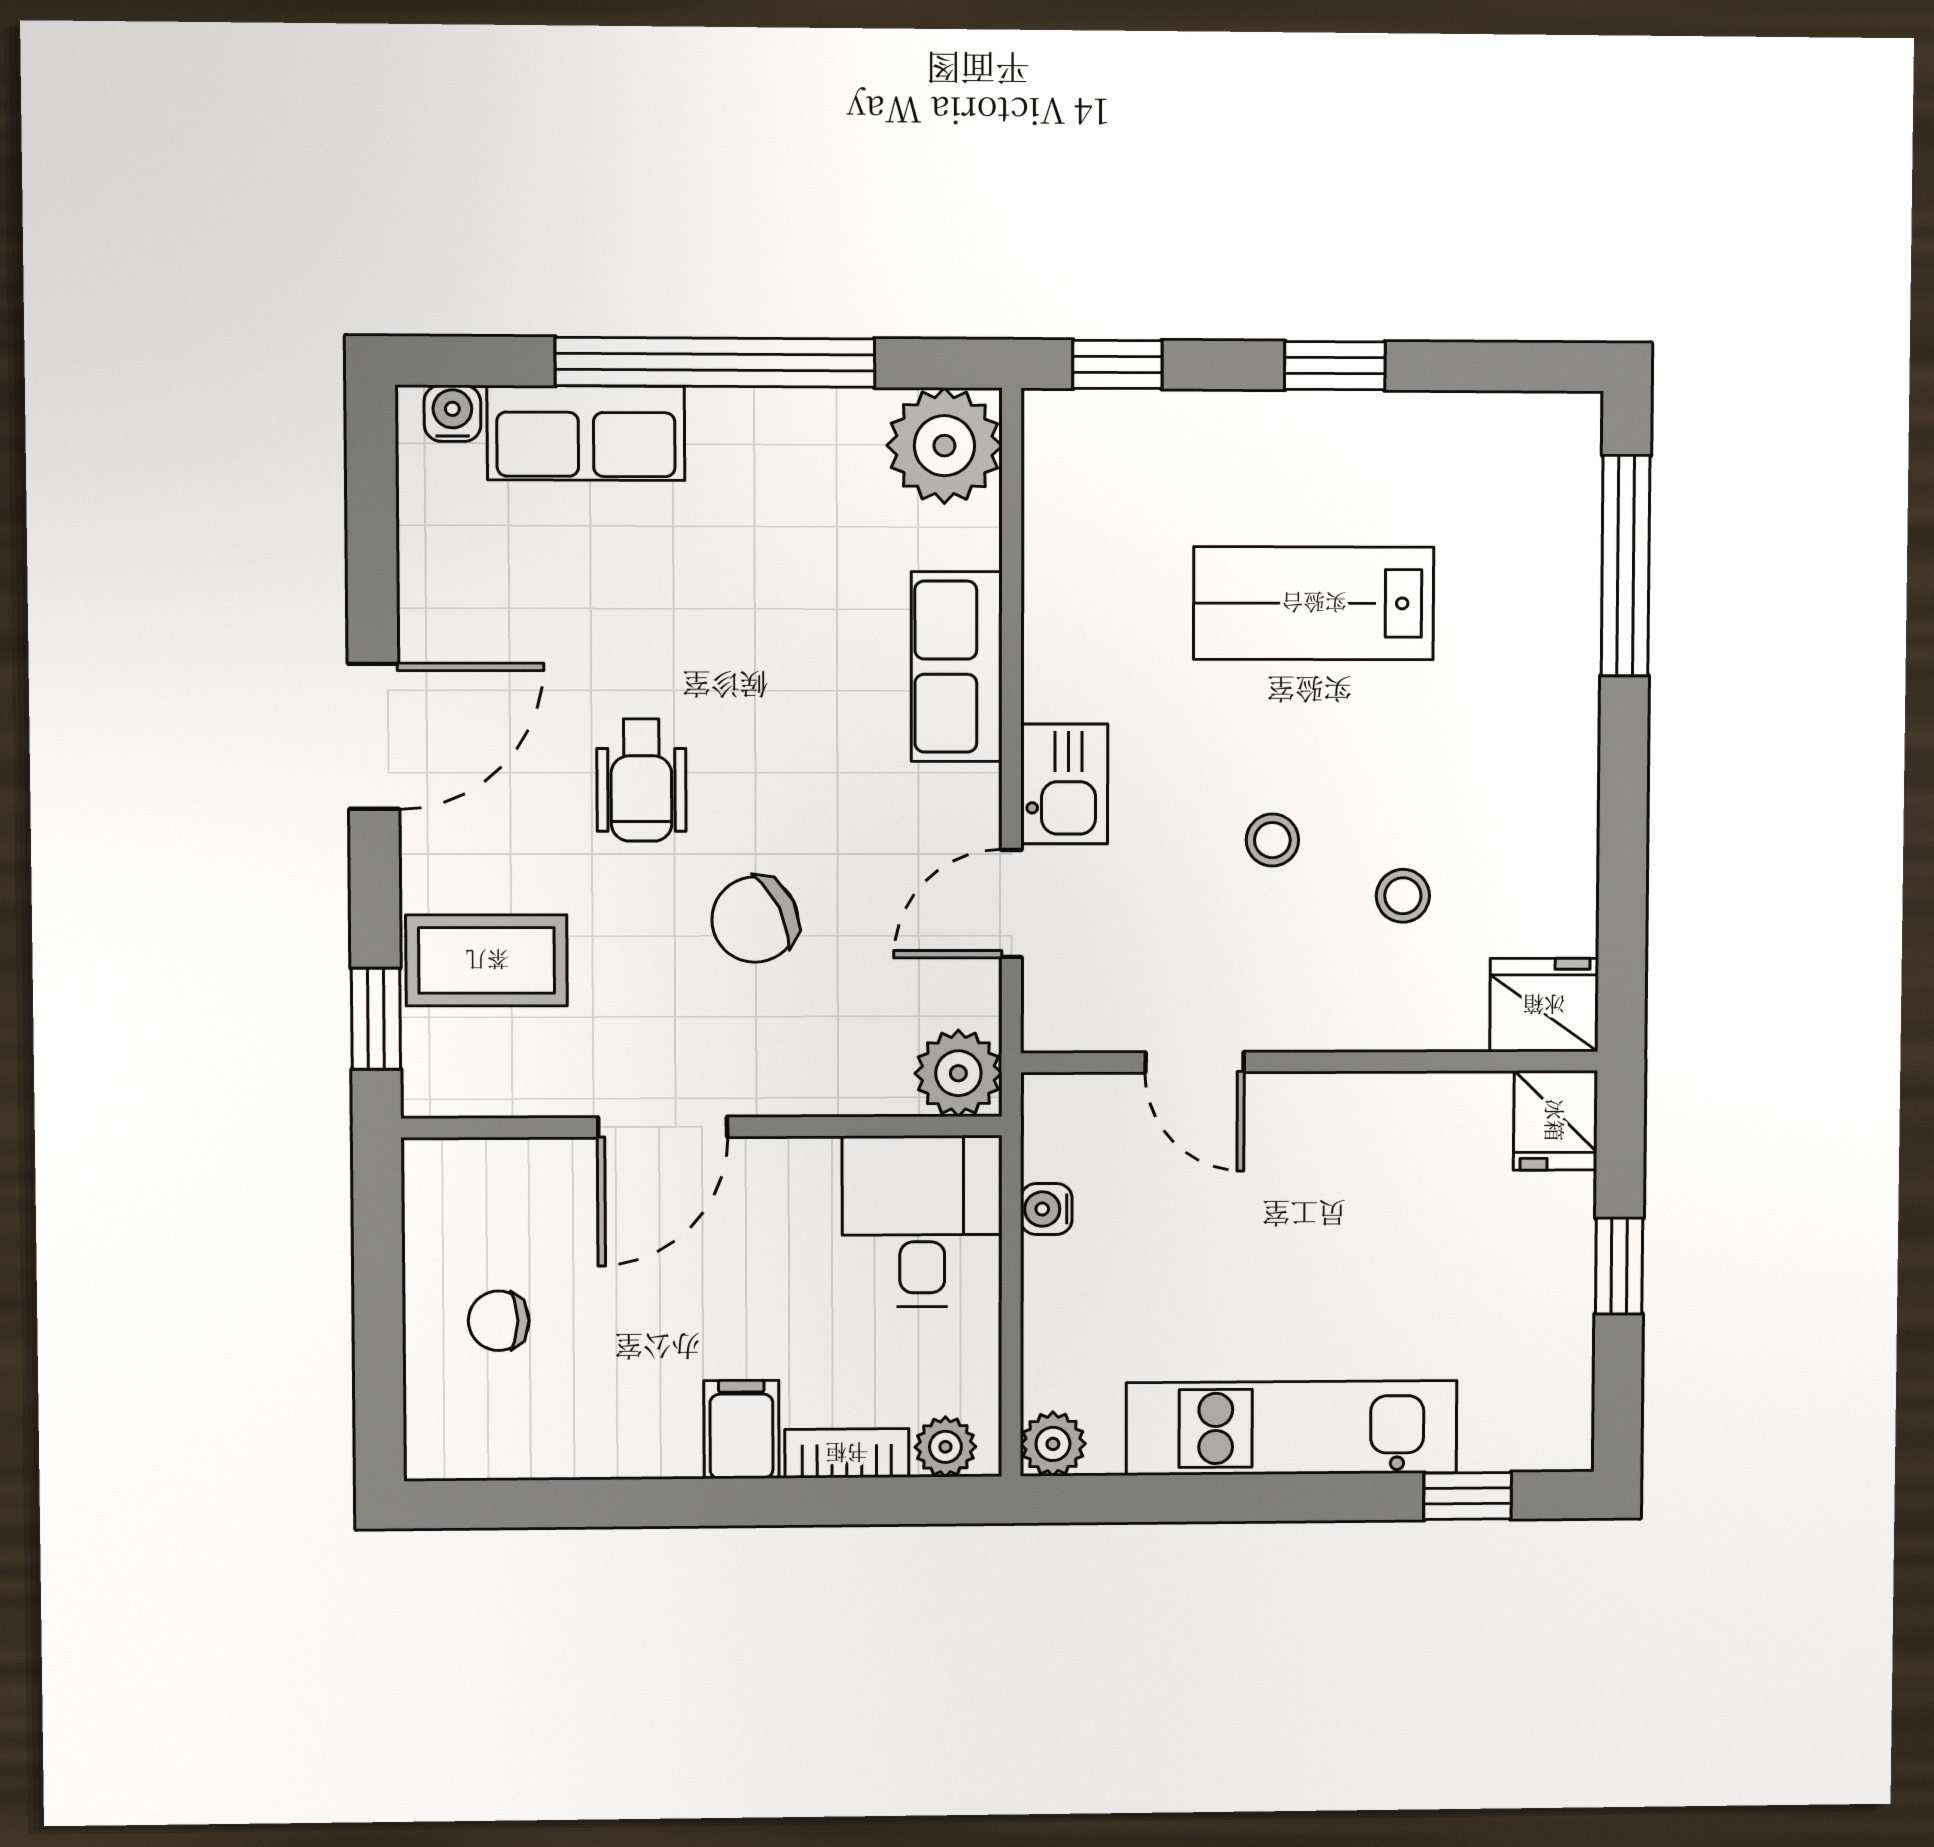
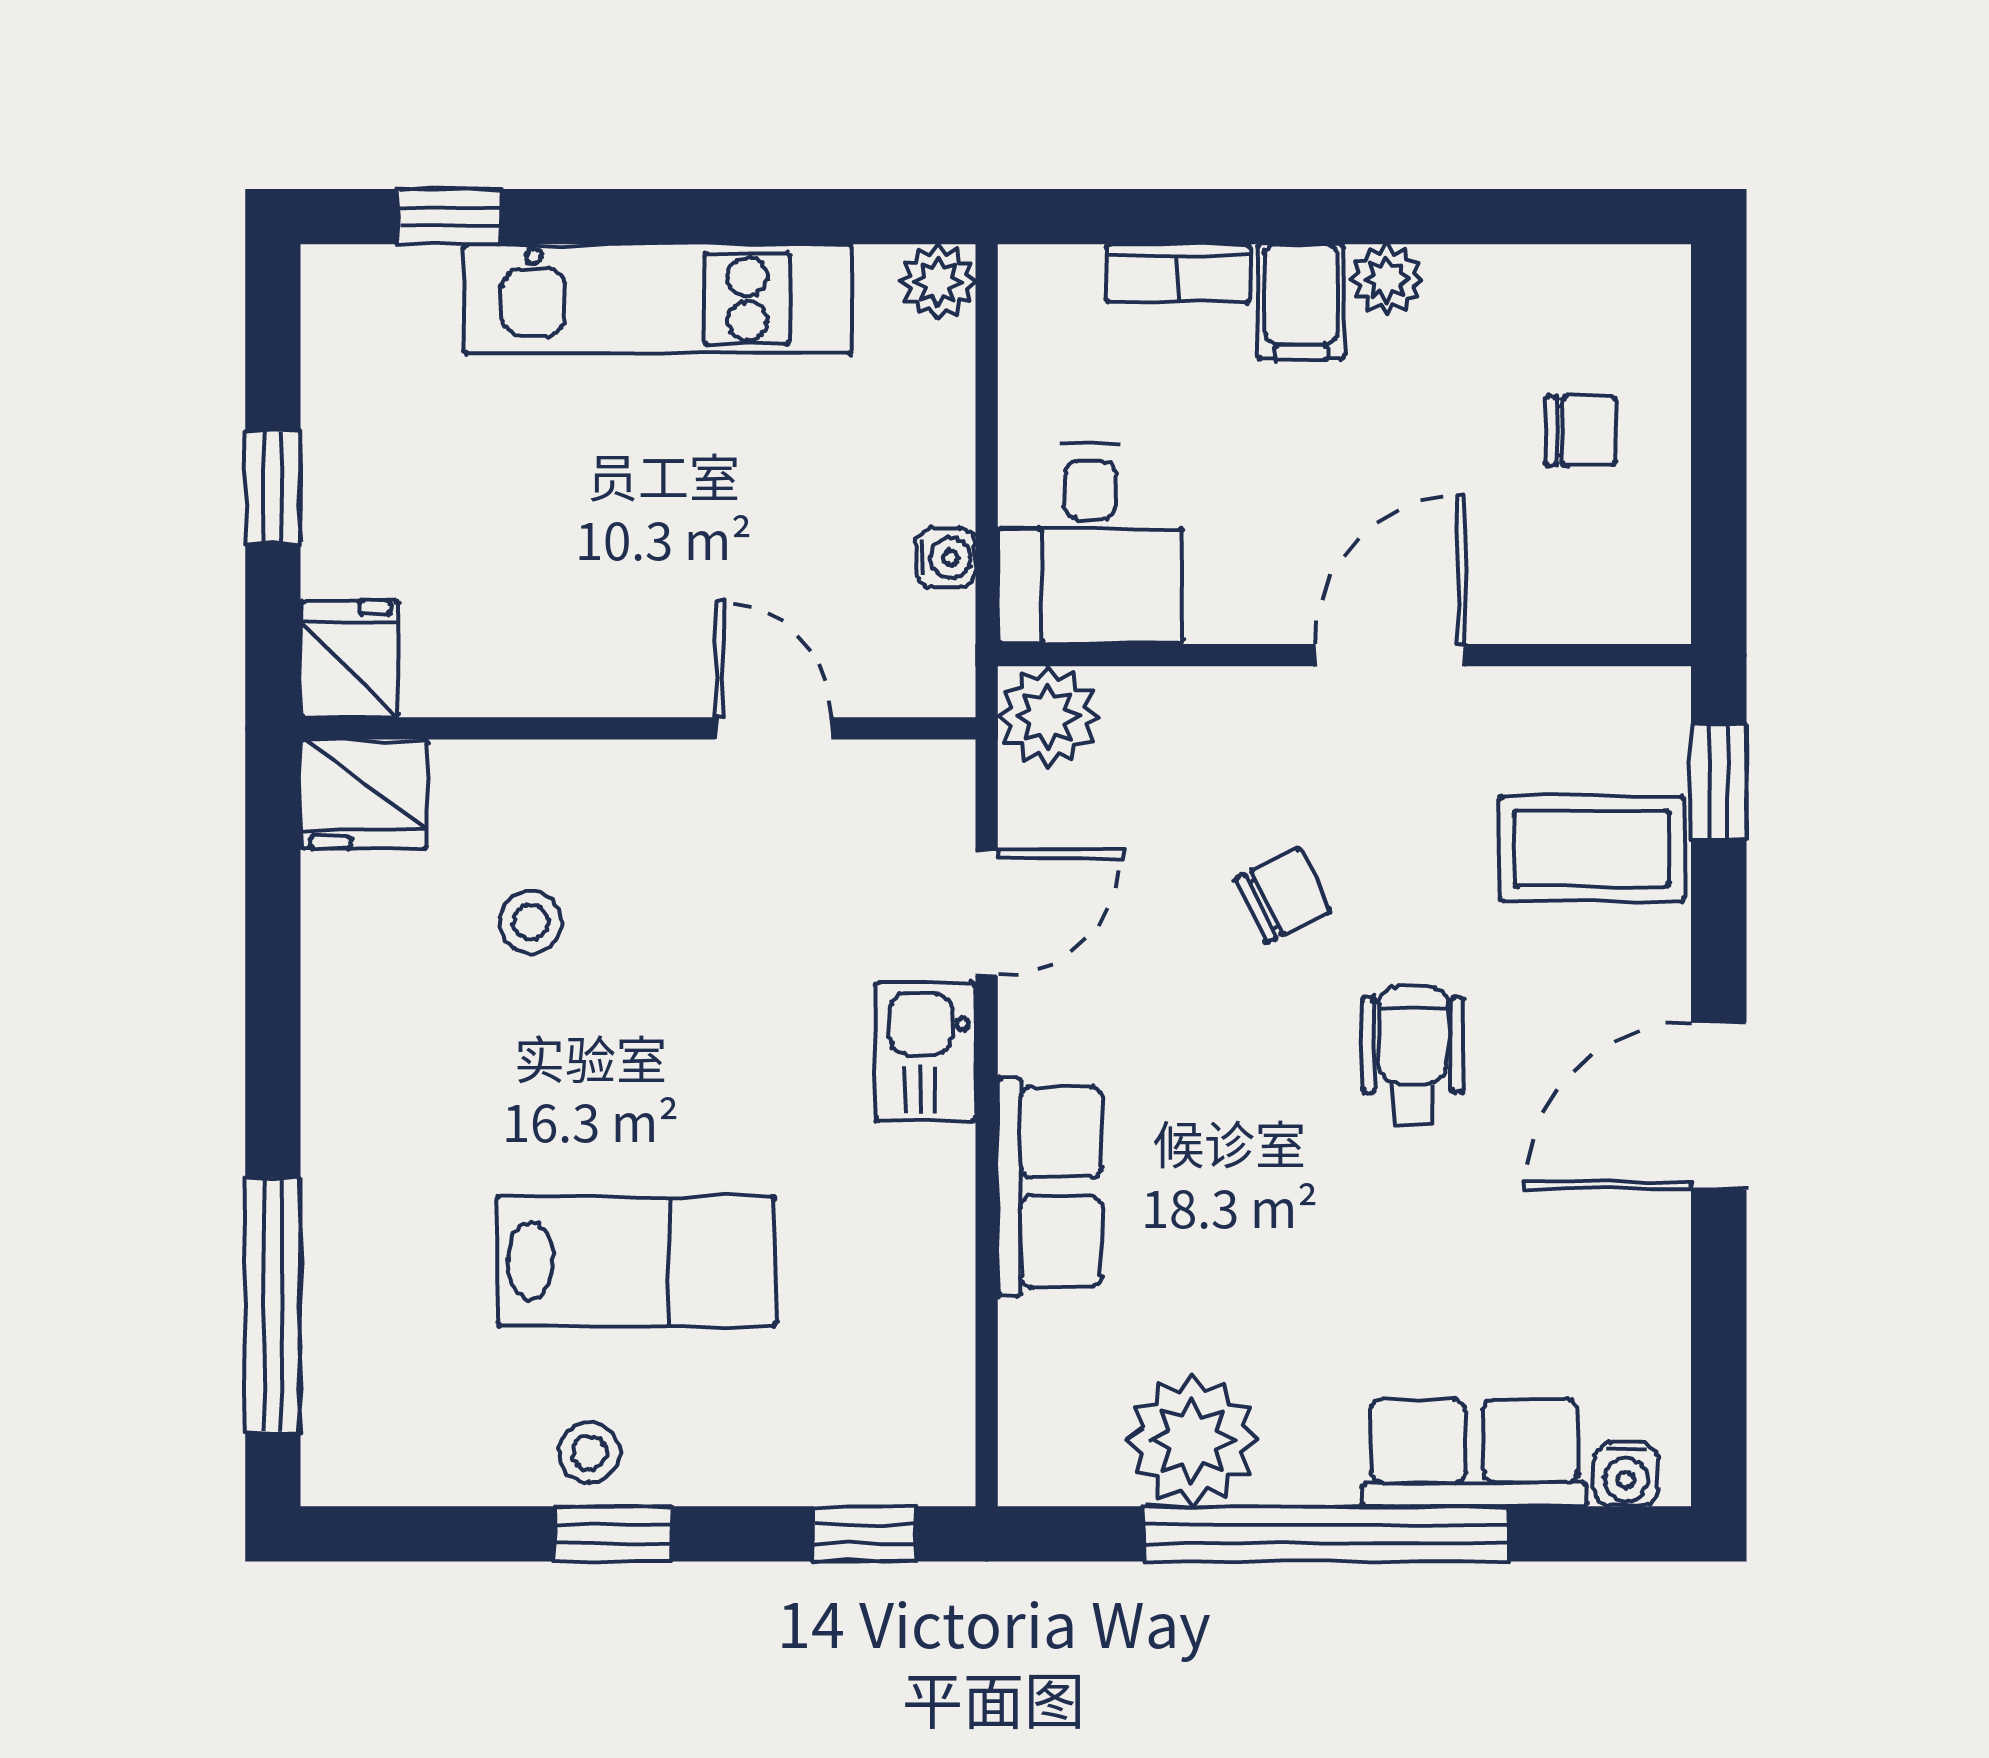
plant: (944, 446) -> (1192, 1440), moved
stool: (1272, 840) -> (589, 1453), moved
chair: (755, 920) -> (1283, 895), width x0.73, depth x0.73
plant: (945, 1447) -> (1387, 280), moved

